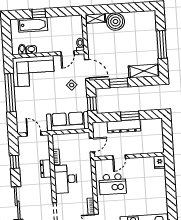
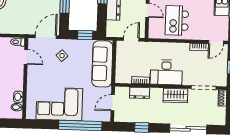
corner sofa: (33, 71) -> (59, 104), moved, turned -90
window: (10, 93) -> (80, 125), moved
door: (92, 145) -> (131, 39), hinge flipped
dresser: (46, 169) -> (140, 93), moved
kitchen island: (113, 184) -> (177, 20), turned 180
wardrobe: (46, 189) -> (175, 95), added

